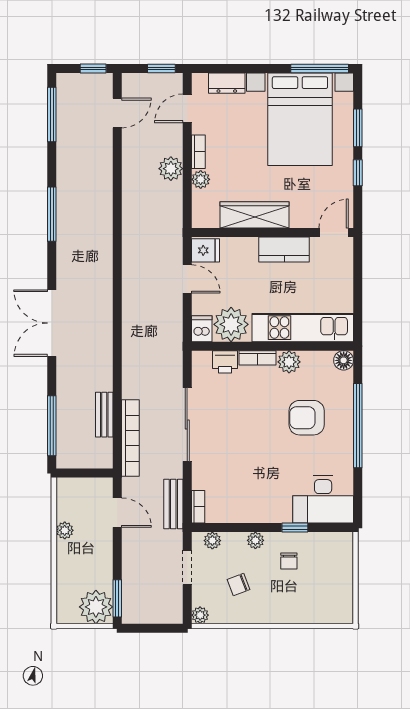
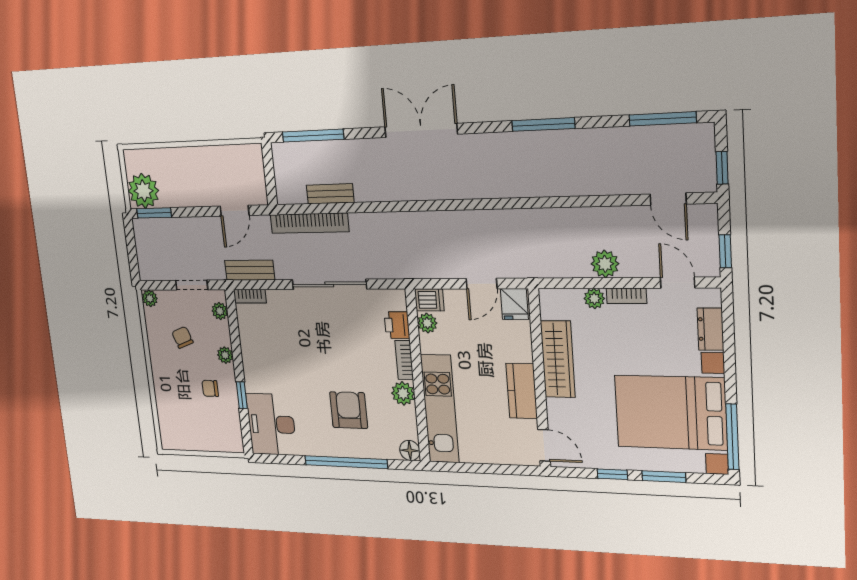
plant: (231, 324) -> (427, 323), width x0.53, depth x0.53
plant: (65, 530) -> (211, 155), removed

